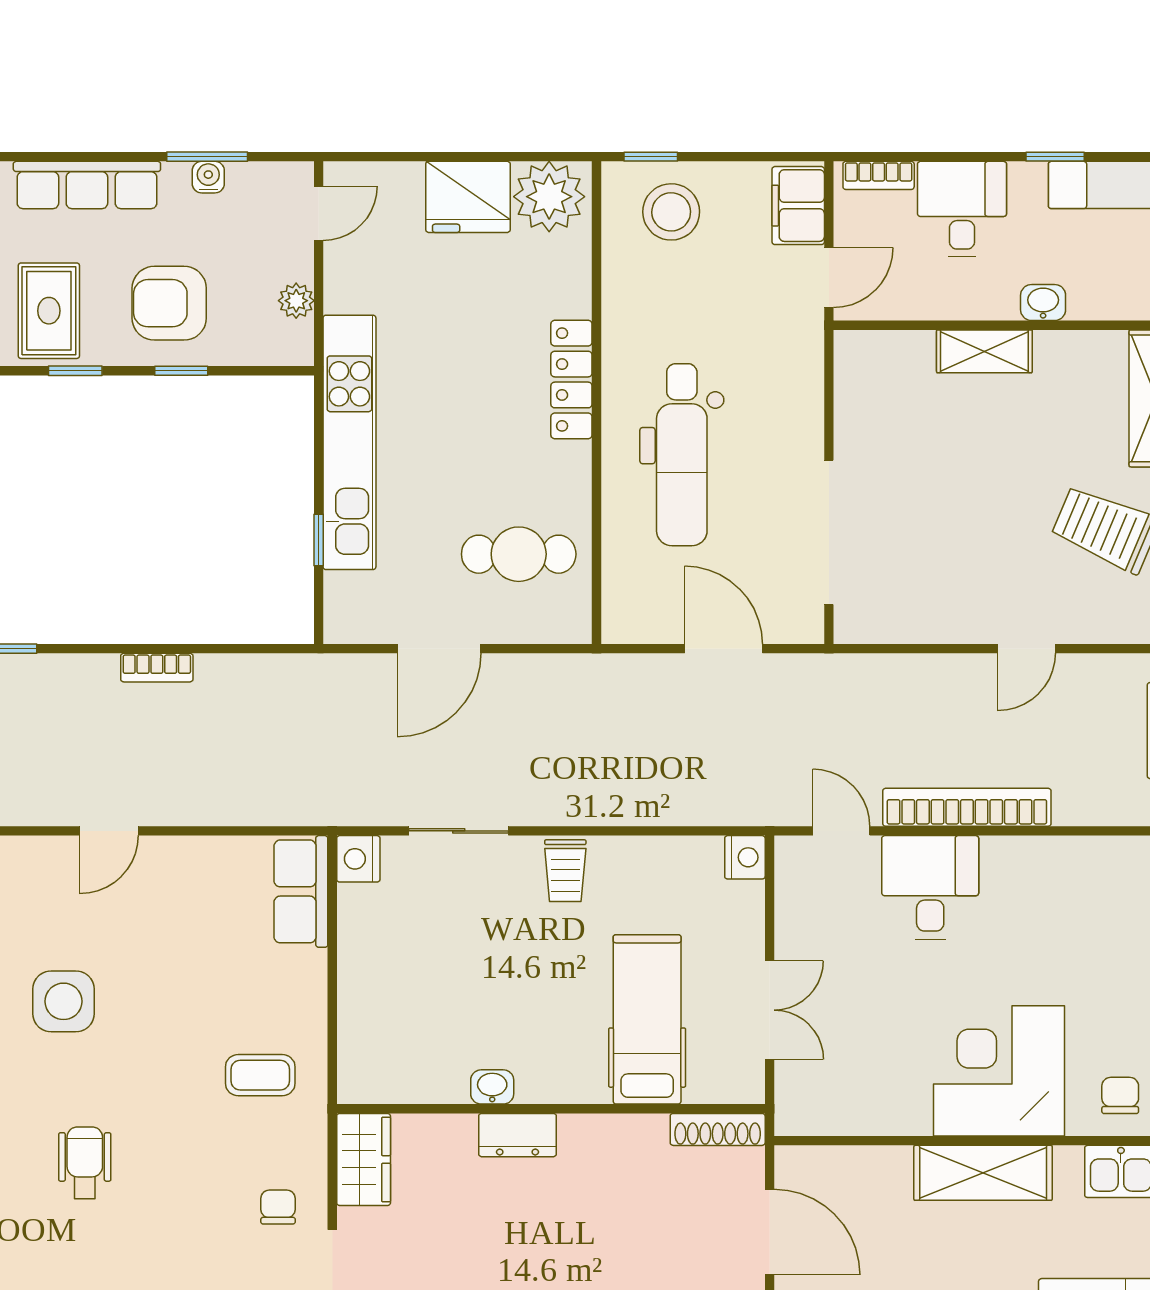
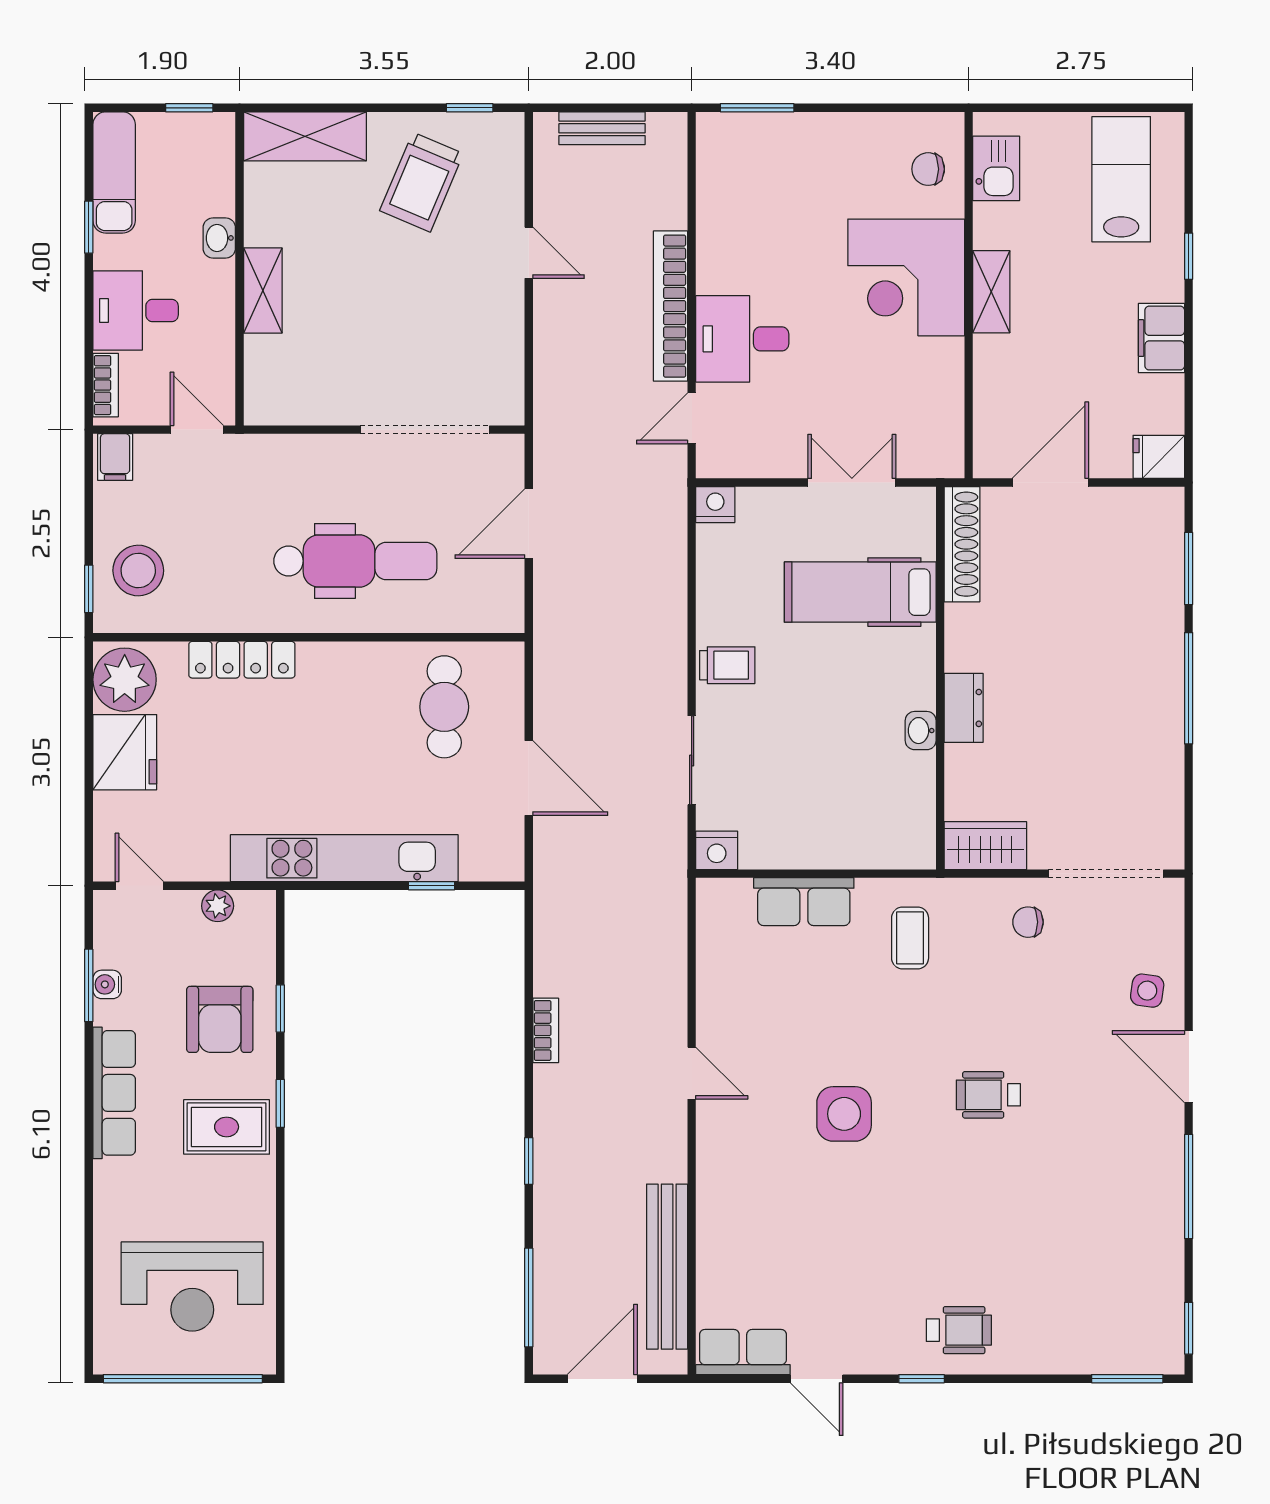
filing cabinet: (798, 206) -> (115, 457), width x0.50
locker: (571, 380) -> (242, 660), moved
row of seats: (301, 891) -> (804, 902), moved
shoe rack: (718, 1129) -> (962, 544), width x1.36, depth x1.24
shelving: (983, 1173) -> (991, 292), width x0.67, depth x0.75

